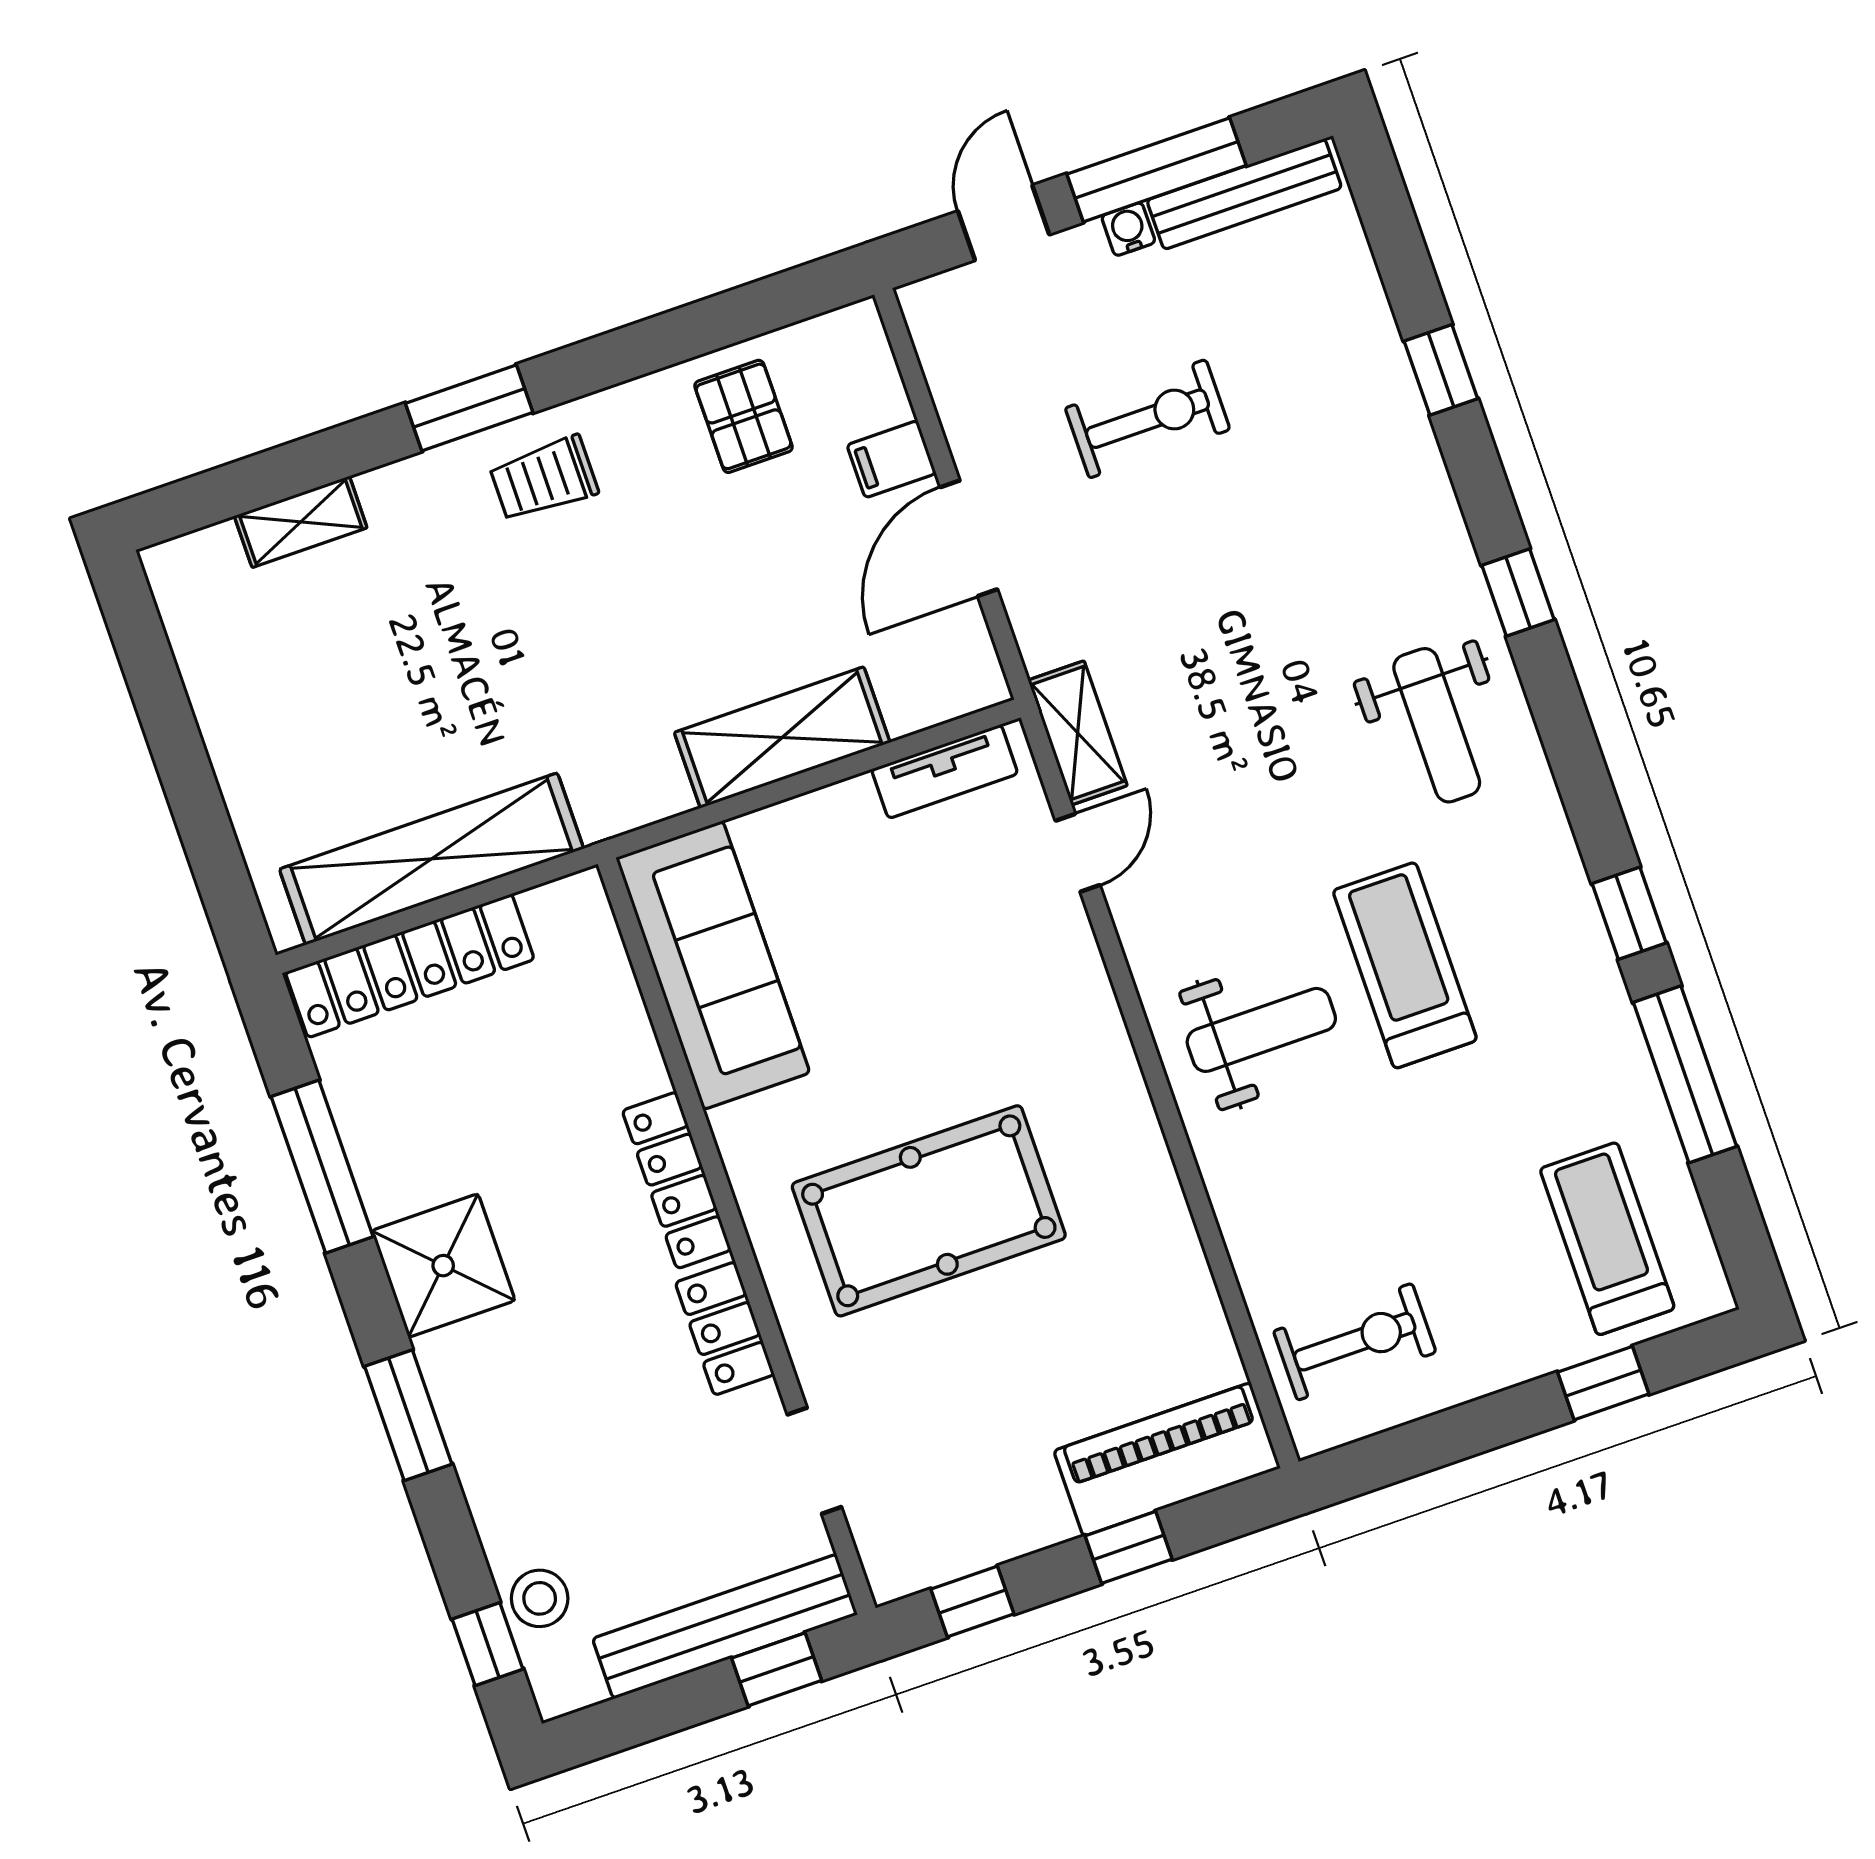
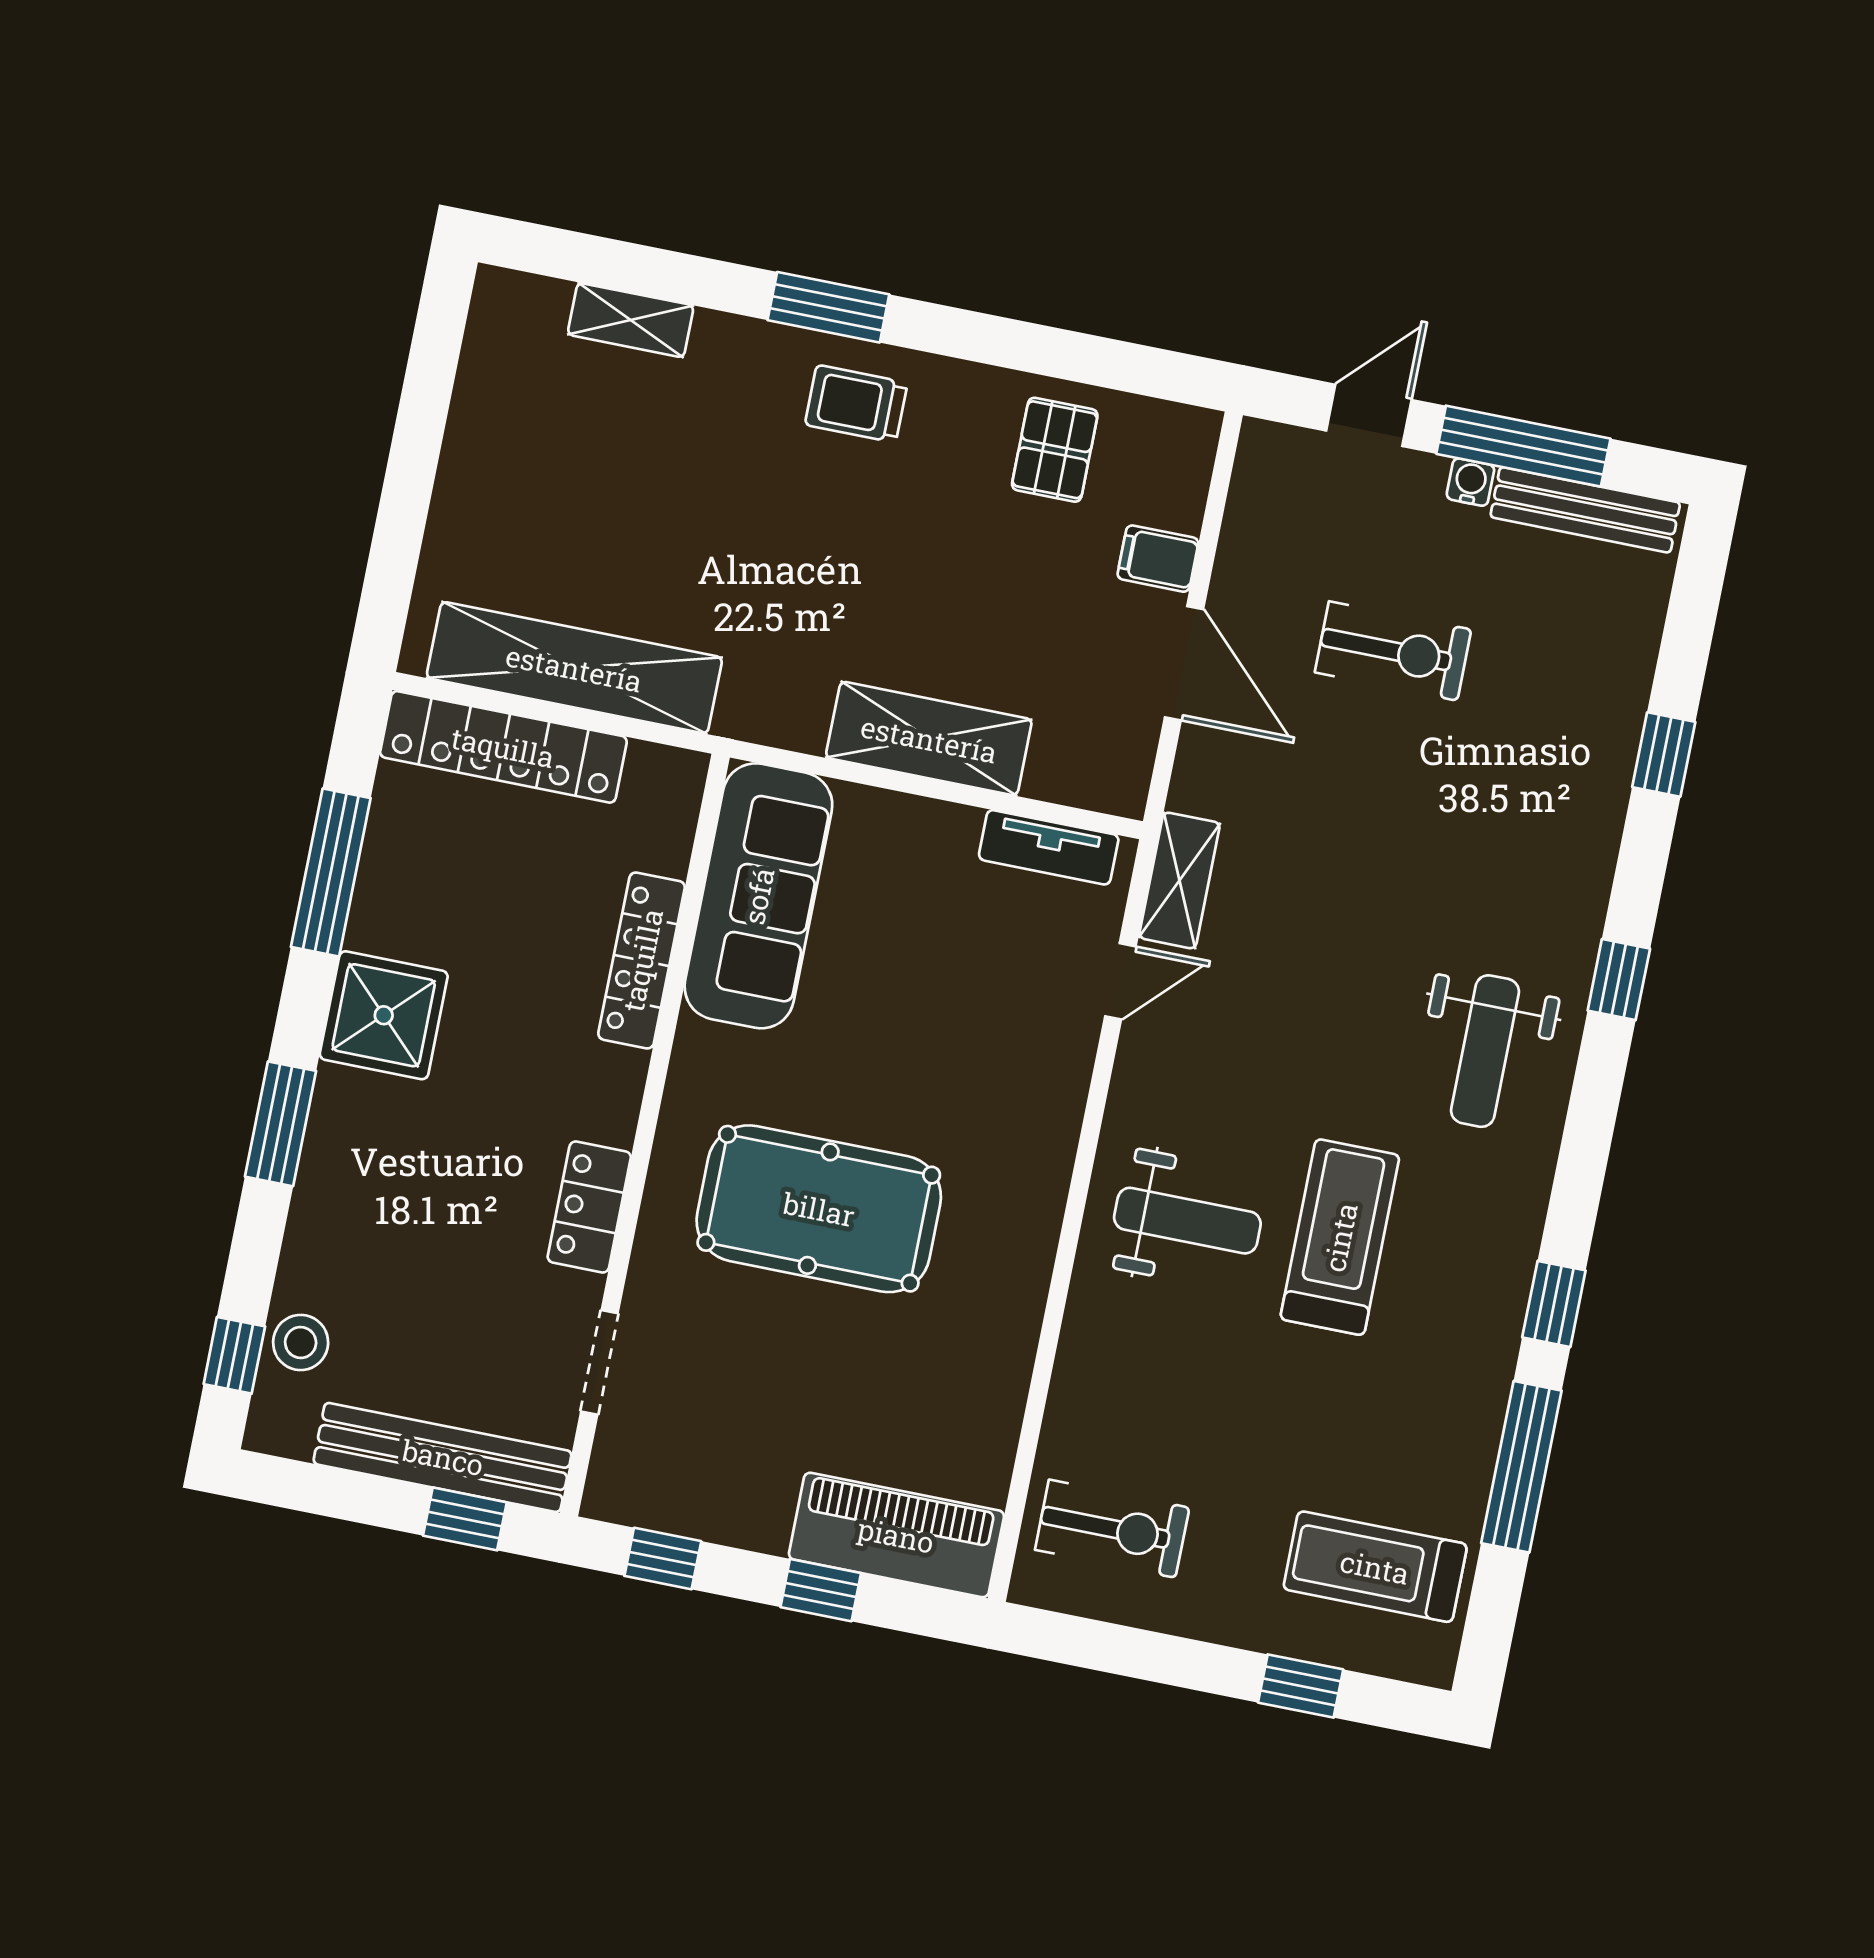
door: (969, 538) -> (1184, 663), swing flipped
locker: (677, 1180) -> (642, 960), moved
treadmill: (1607, 1239) -> (1375, 1567), turned -90

